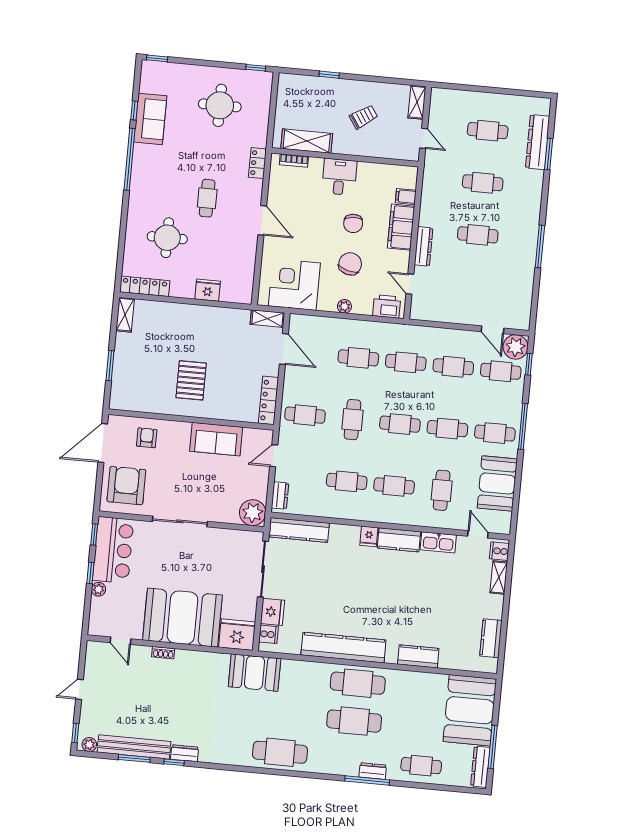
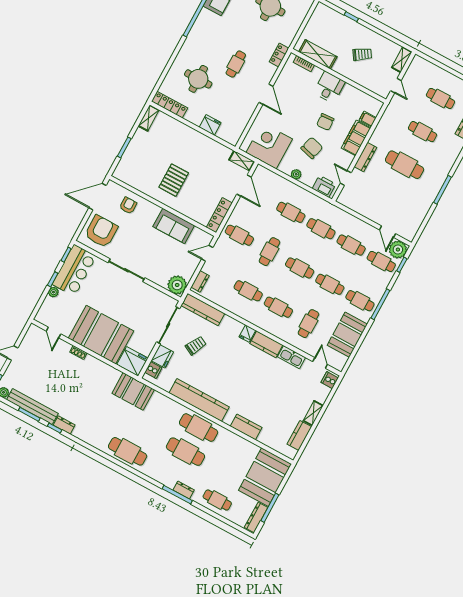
cafe table: (478, 235) -> (405, 165), width x1.37, depth x1.35
shelving: (499, 577) -> (313, 413), moved
trolley: (309, 580) -> (196, 346), added

